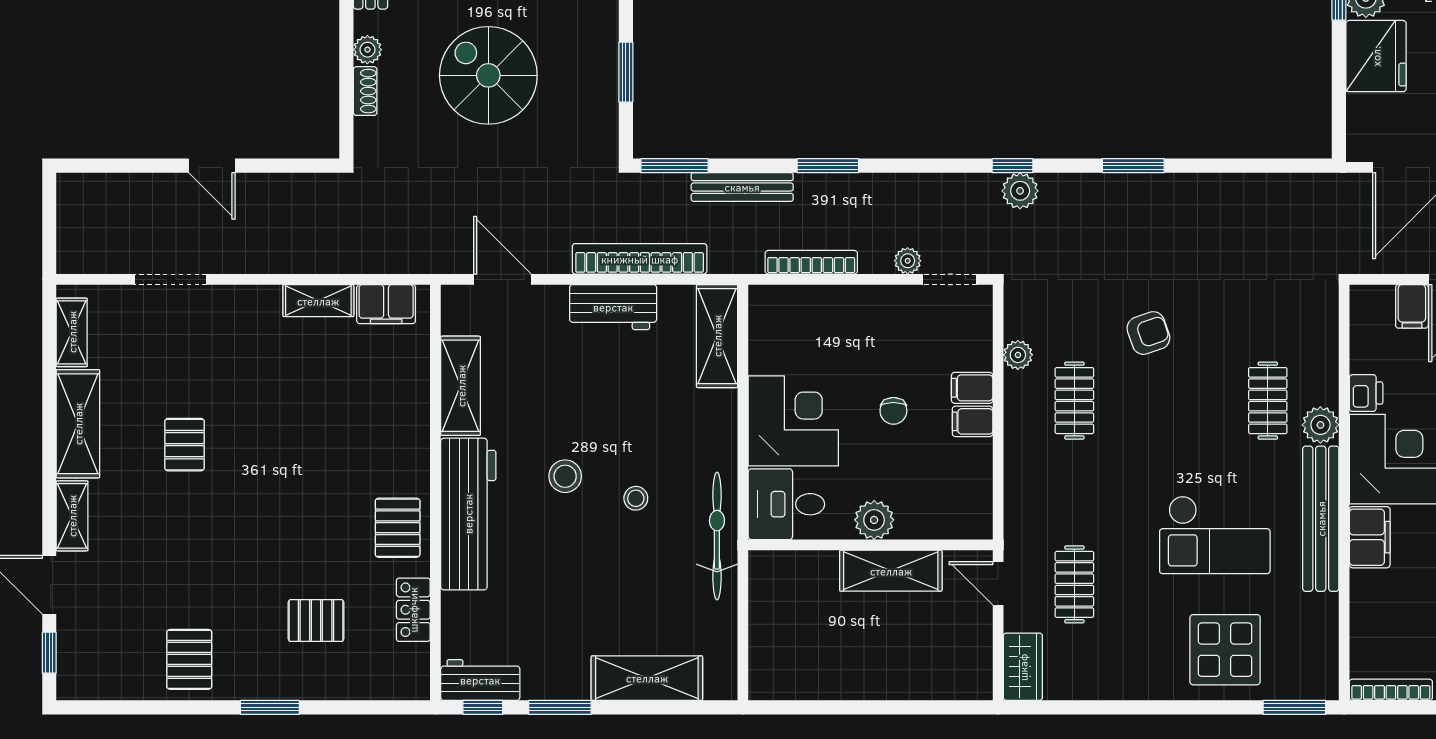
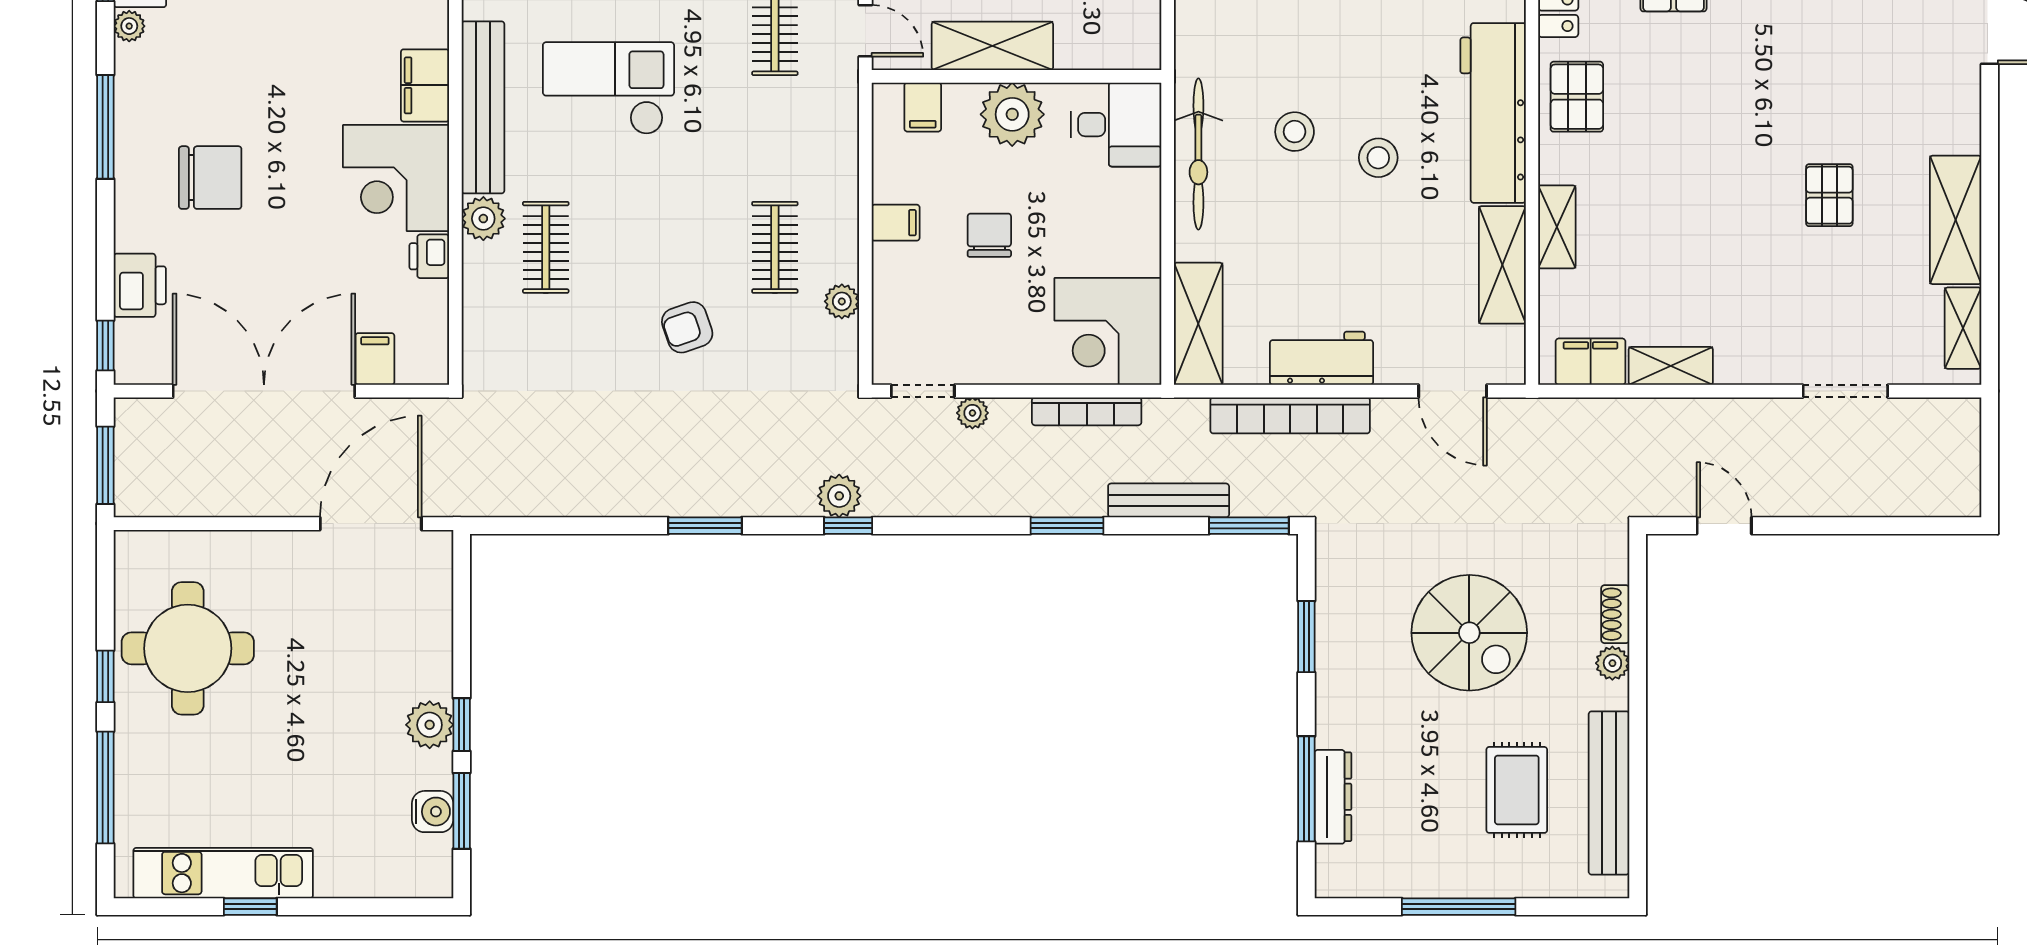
fridge: (1376, 56) -> (418, 656), removed
door: (212, 166) -> (1724, 526), moved
filing cabinet: (972, 388) -> (923, 107), moved, turned 90
chair: (893, 411) -> (989, 235), width x1.37, depth x1.37
corner desk: (793, 421) -> (1108, 331), moved
stool: (636, 498) -> (1295, 132), width x1.37, depth x1.37
shelving: (72, 516) -> (1557, 227), moved
plant: (874, 520) -> (1012, 114), width x1.36, depth x1.36
bicycle: (717, 536) -> (1198, 154), moved

